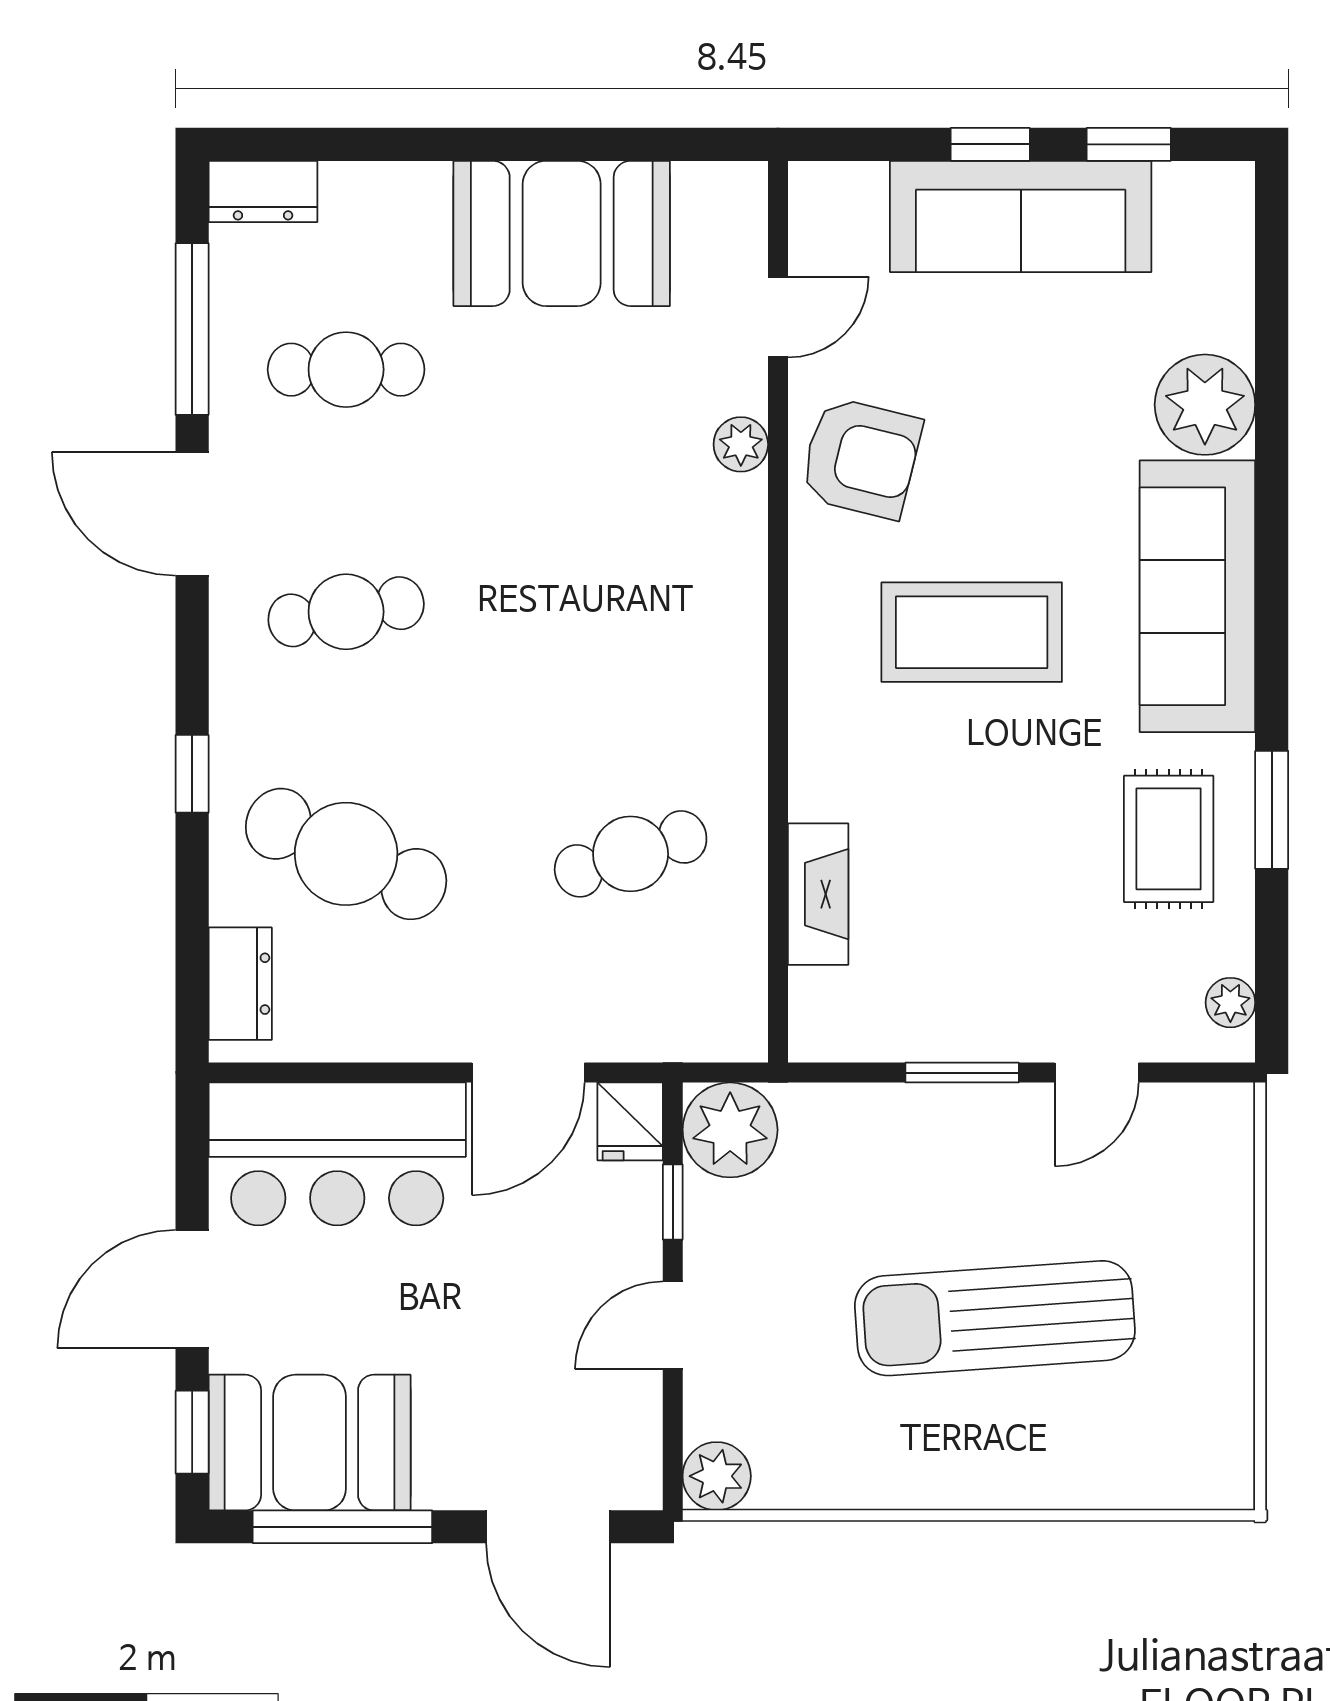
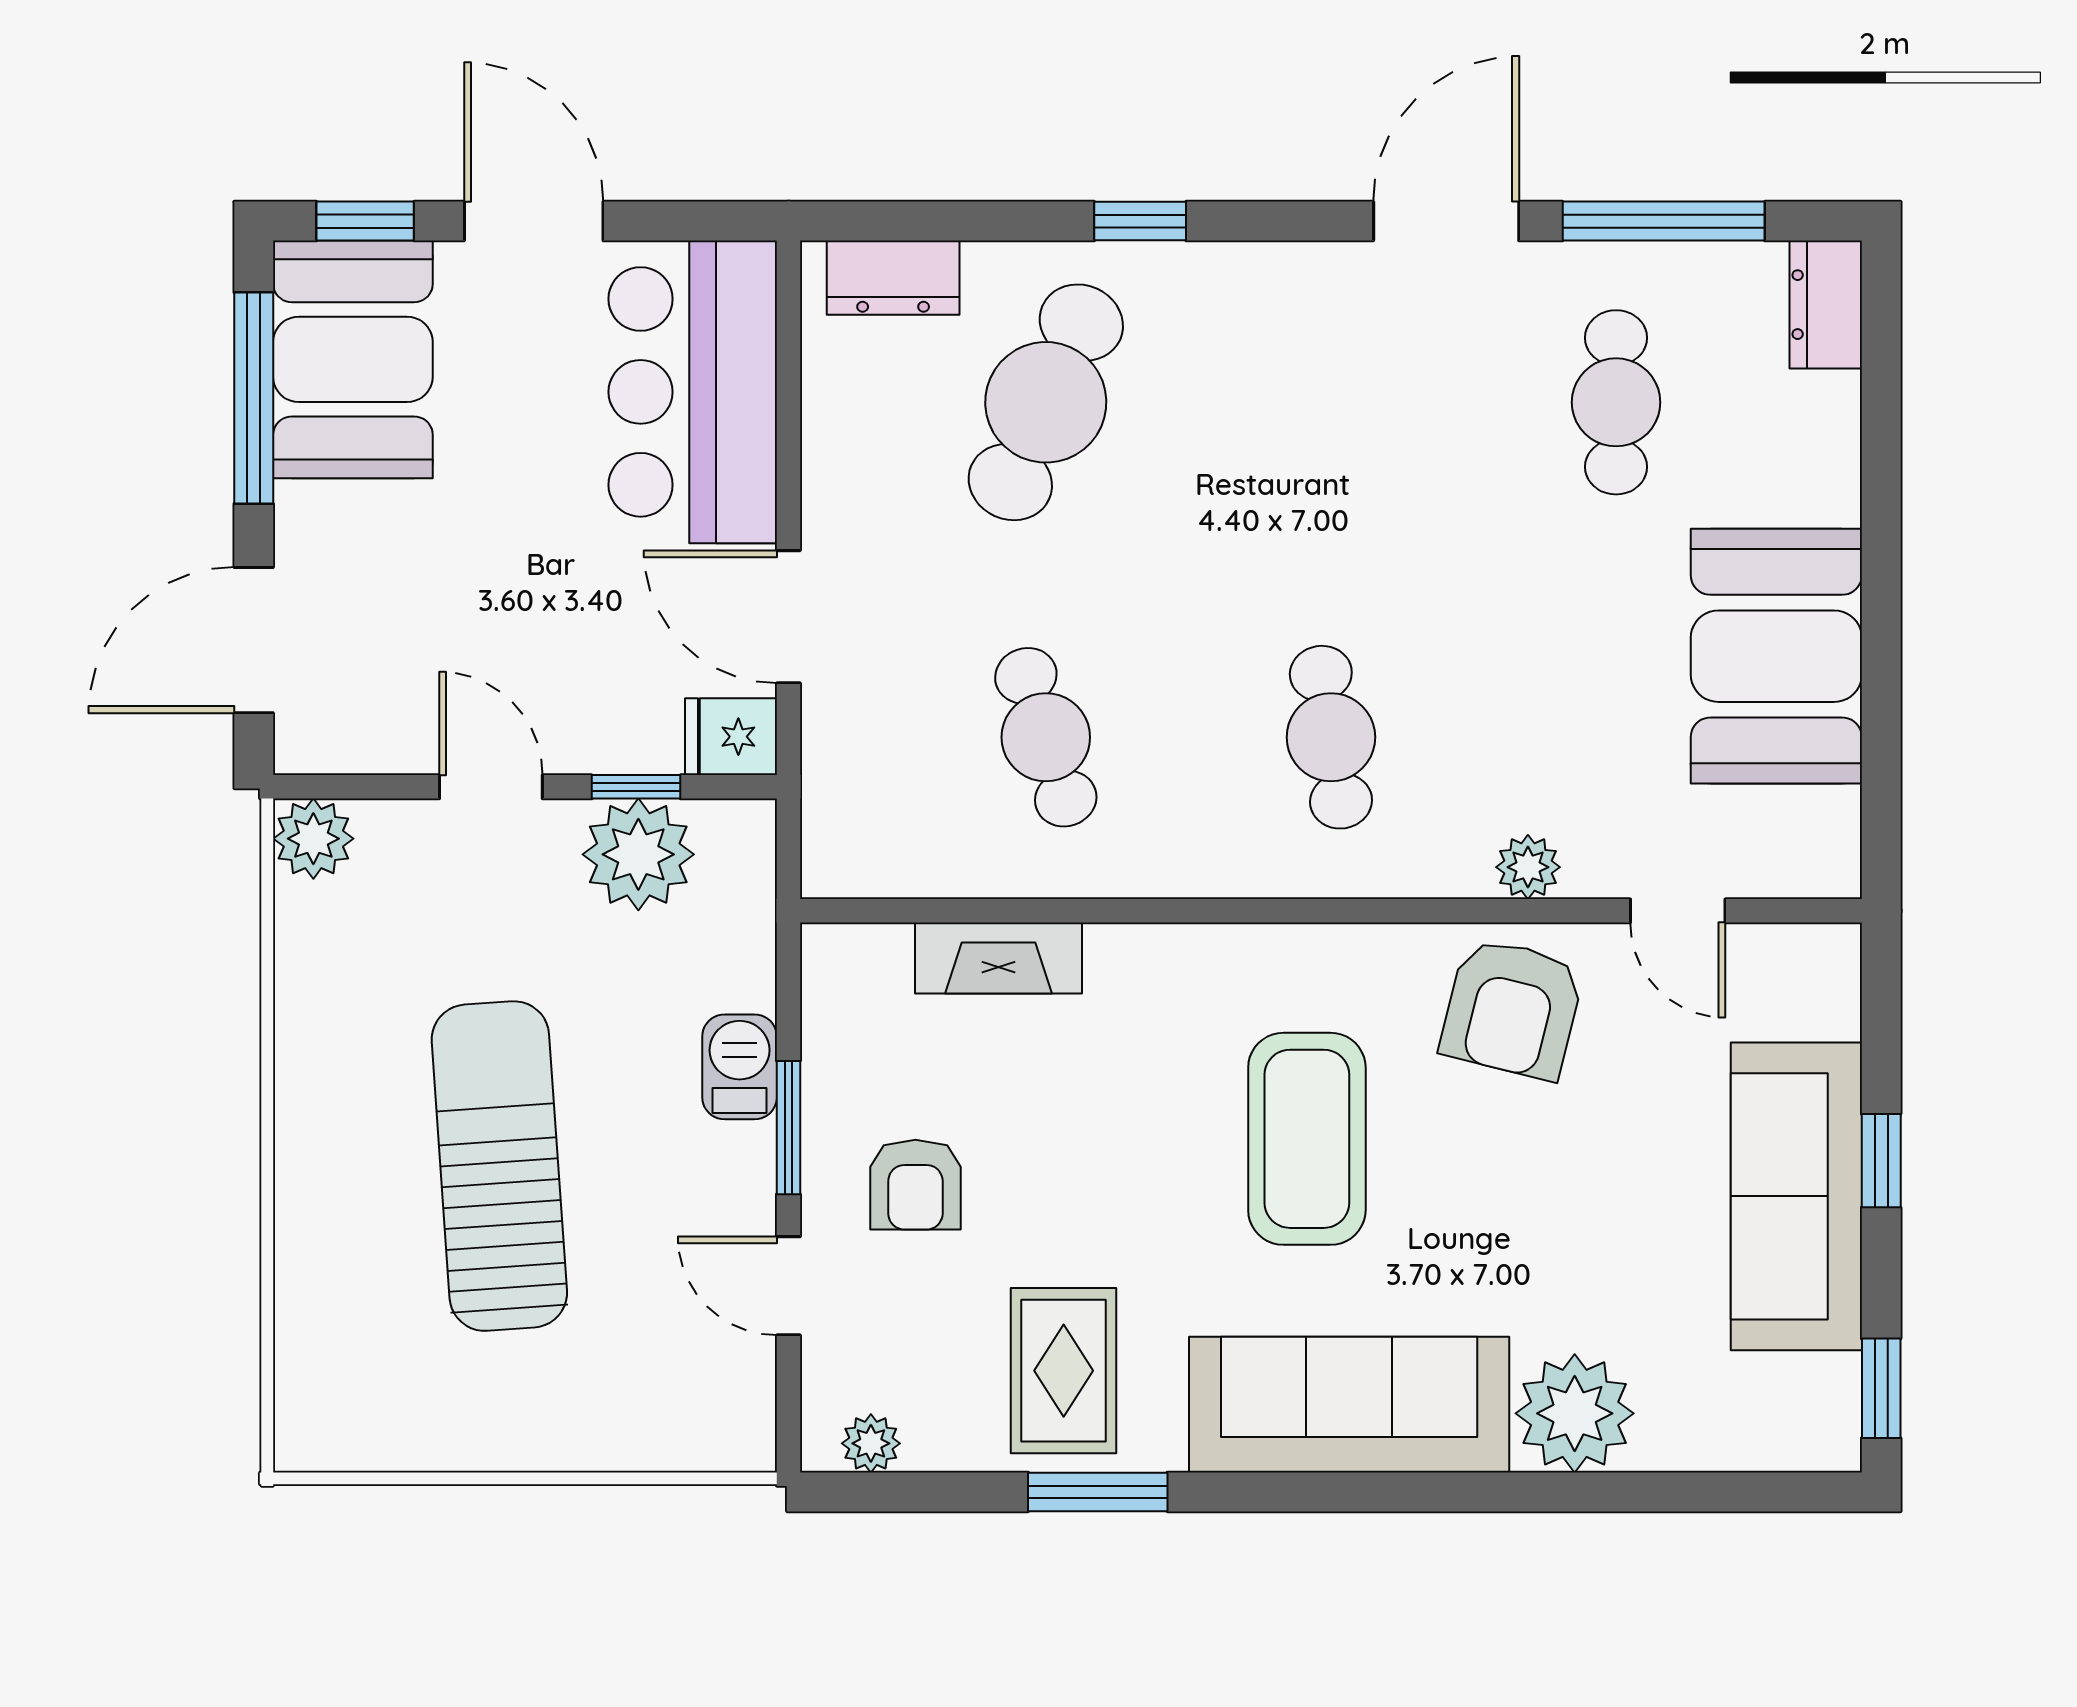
window: (1129, 144) -> (1881, 1388), moved
cafe table: (346, 612) -> (1331, 737), moved
rug: (1169, 839) -> (1064, 1371), turned 90
armchair: (1011, 965) -> (915, 1185), added
barbecue: (911, 1114) -> (740, 1067), added
plant: (730, 1130) -> (638, 854), moved

